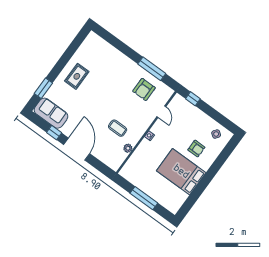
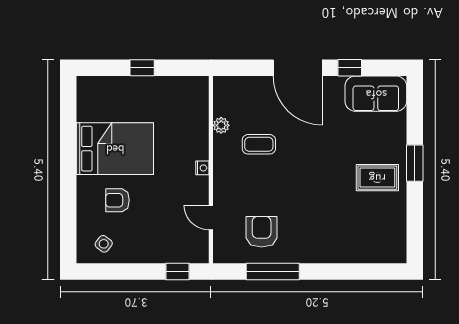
rug: (77, 76) -> (377, 178), turned 90
window: (43, 88) -> (415, 163), moved
window: (144, 198) -> (142, 68), width x0.46

